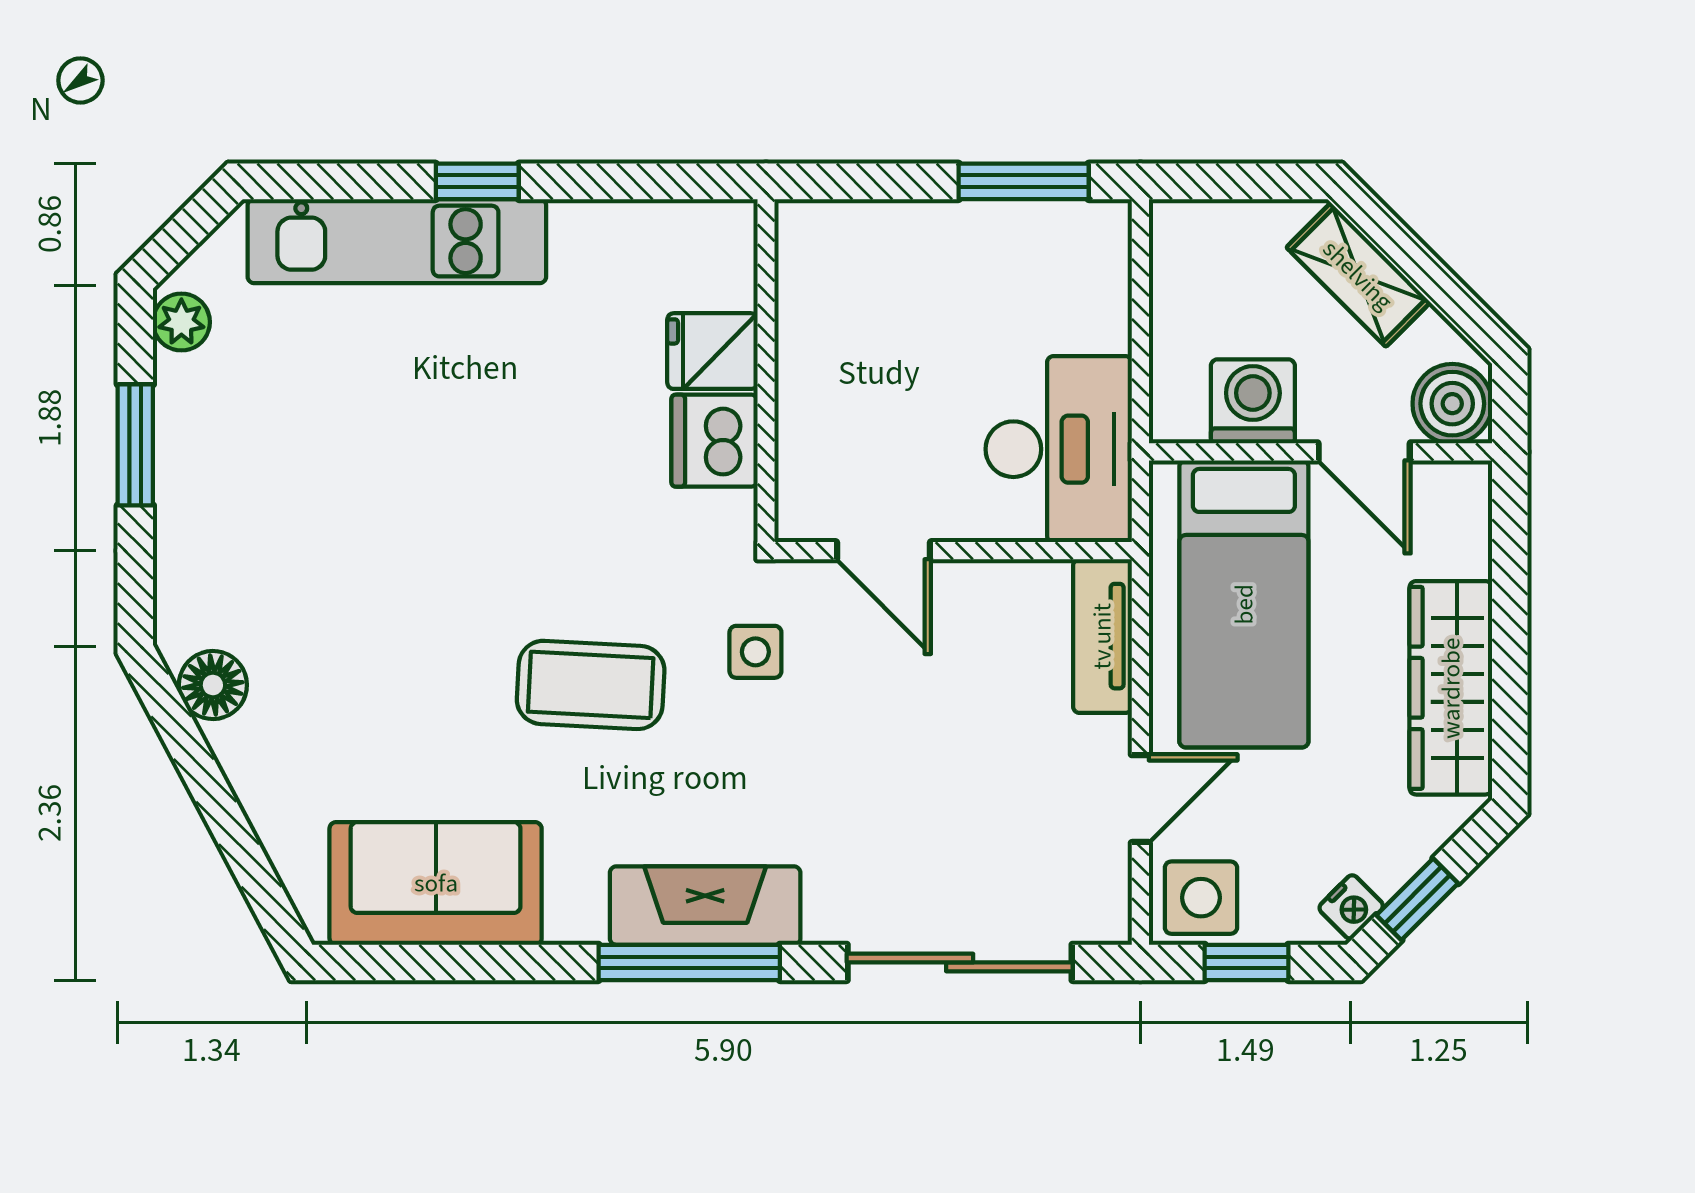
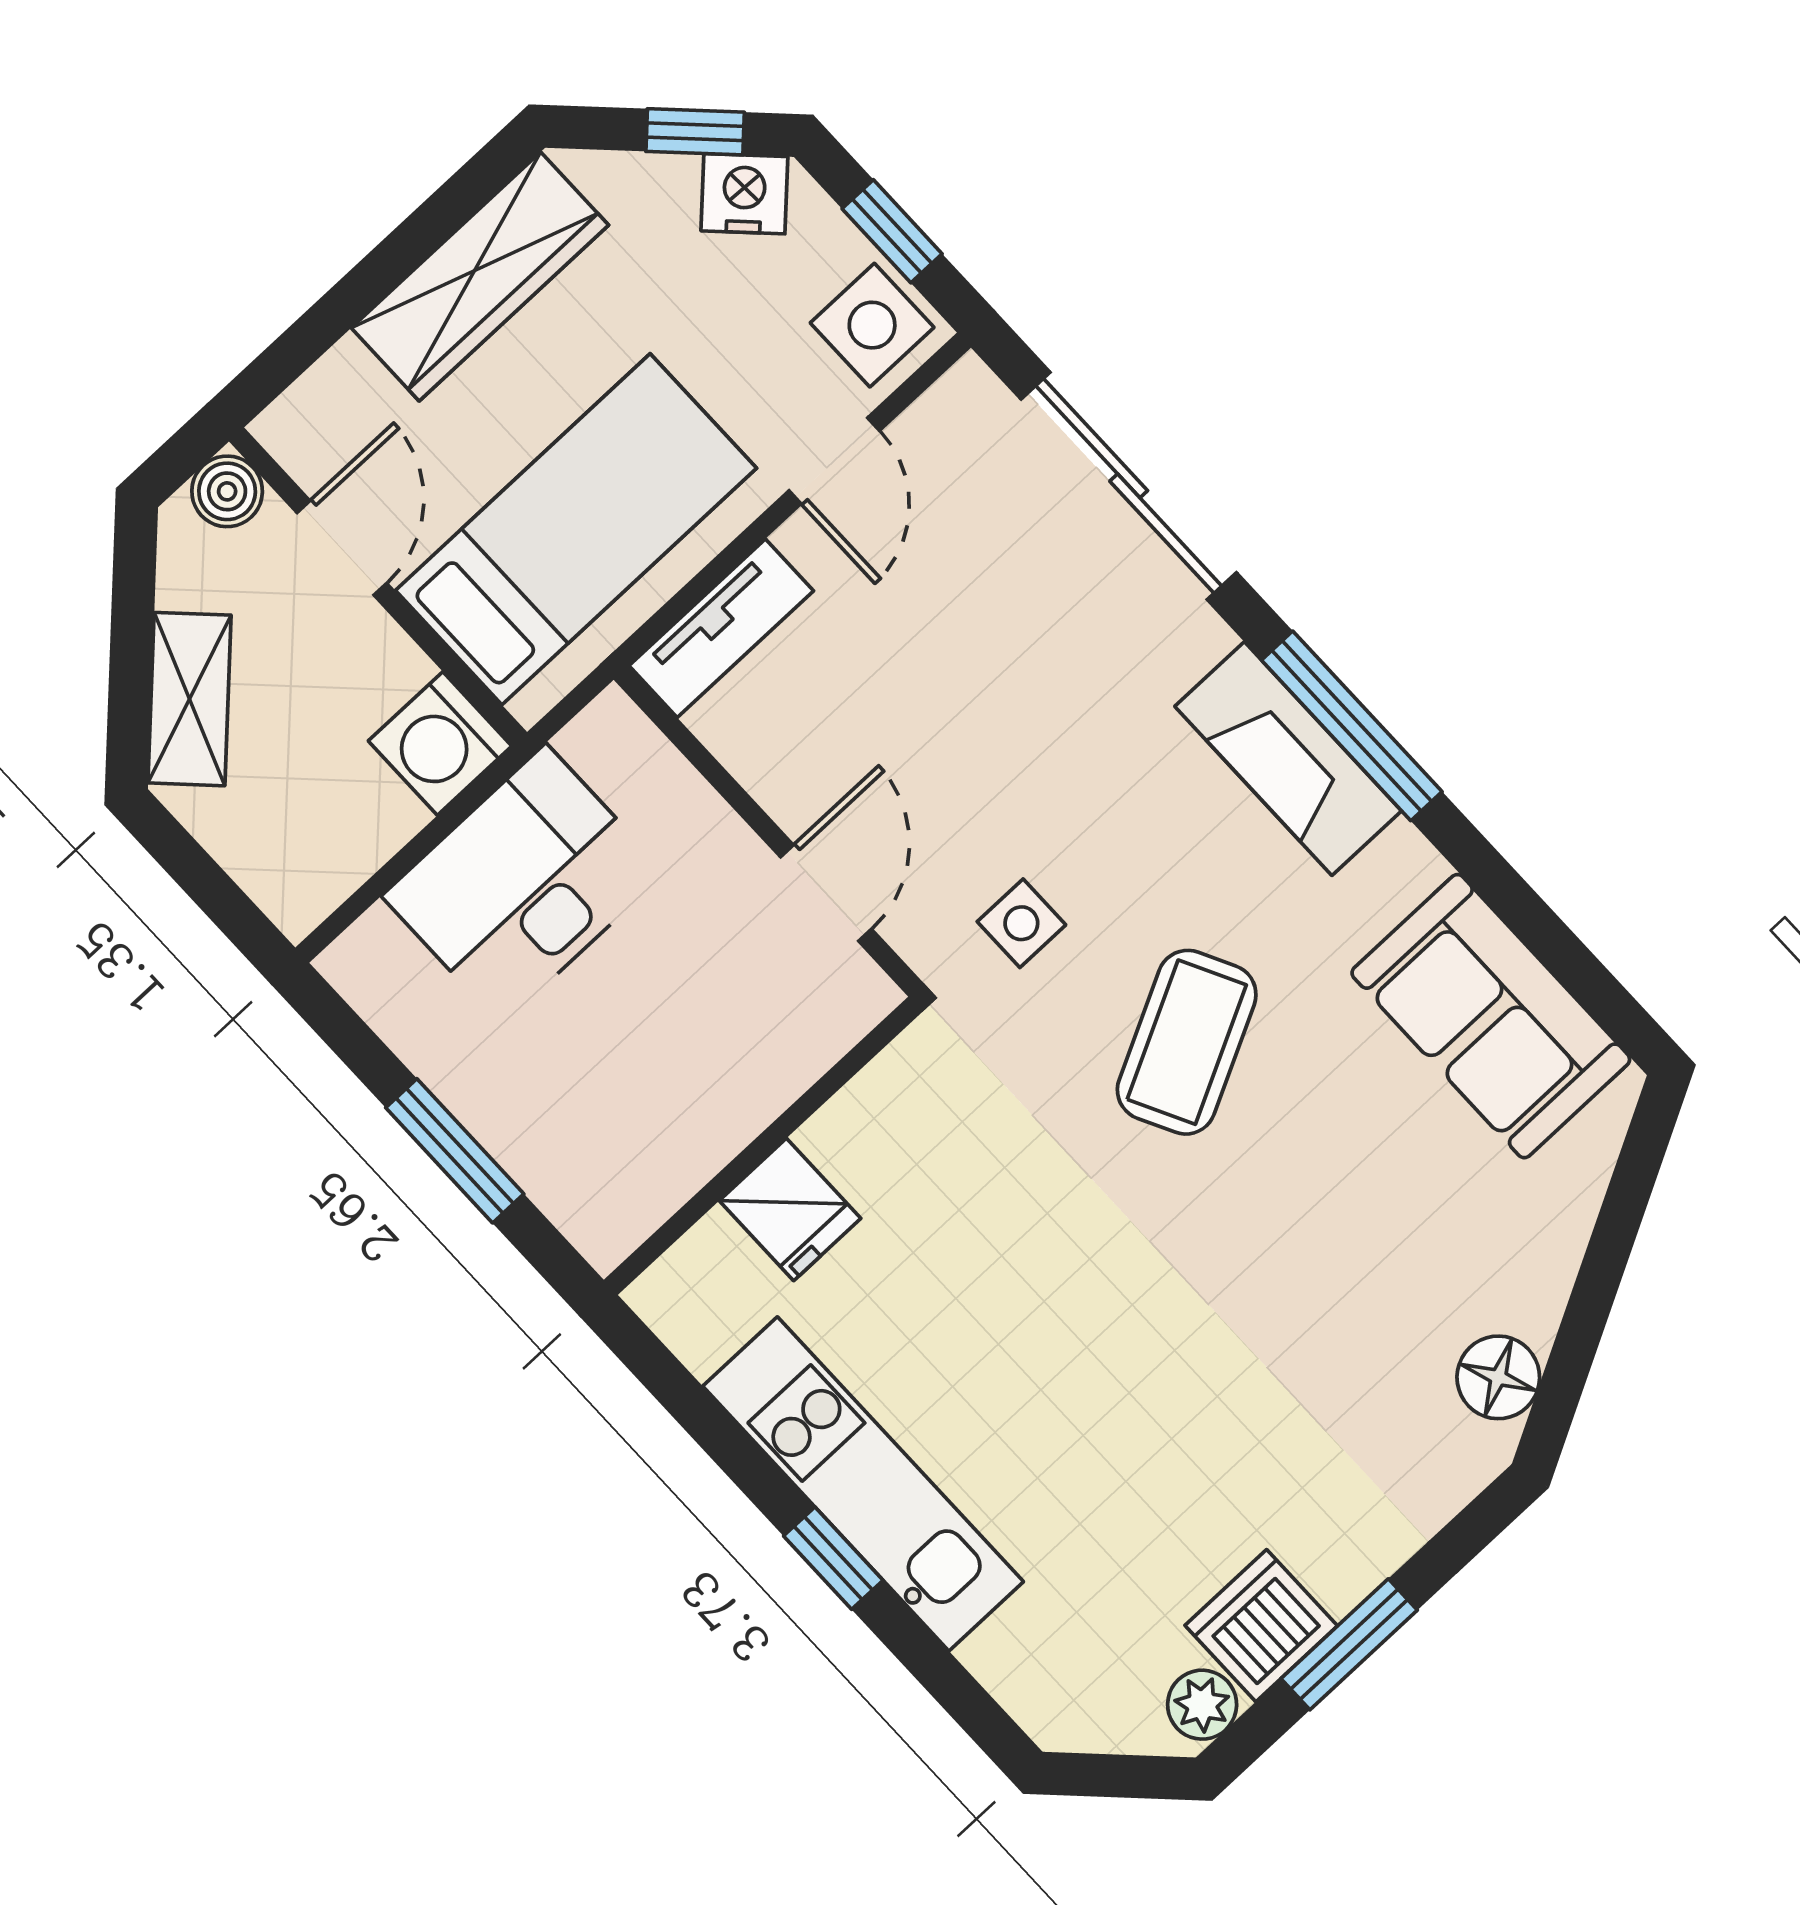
window: (1024, 181) -> (455, 1151), moved
kitchen unit: (397, 241) -> (863, 1484), moved
washing machine: (1253, 401) -> (440, 743), moved
boiler: (1452, 404) -> (227, 491), width x0.73, depth x0.73
dishwasher: (714, 441) -> (1261, 1626), moved, turned 180
desk: (1059, 449) -> (524, 884), moved
coffee table: (591, 685) -> (1187, 1042), turned 60
door: (1140, 799) -> (834, 461), swing flipped
nightstand: (1351, 907) -> (744, 194), width x1.39, depth x1.35

